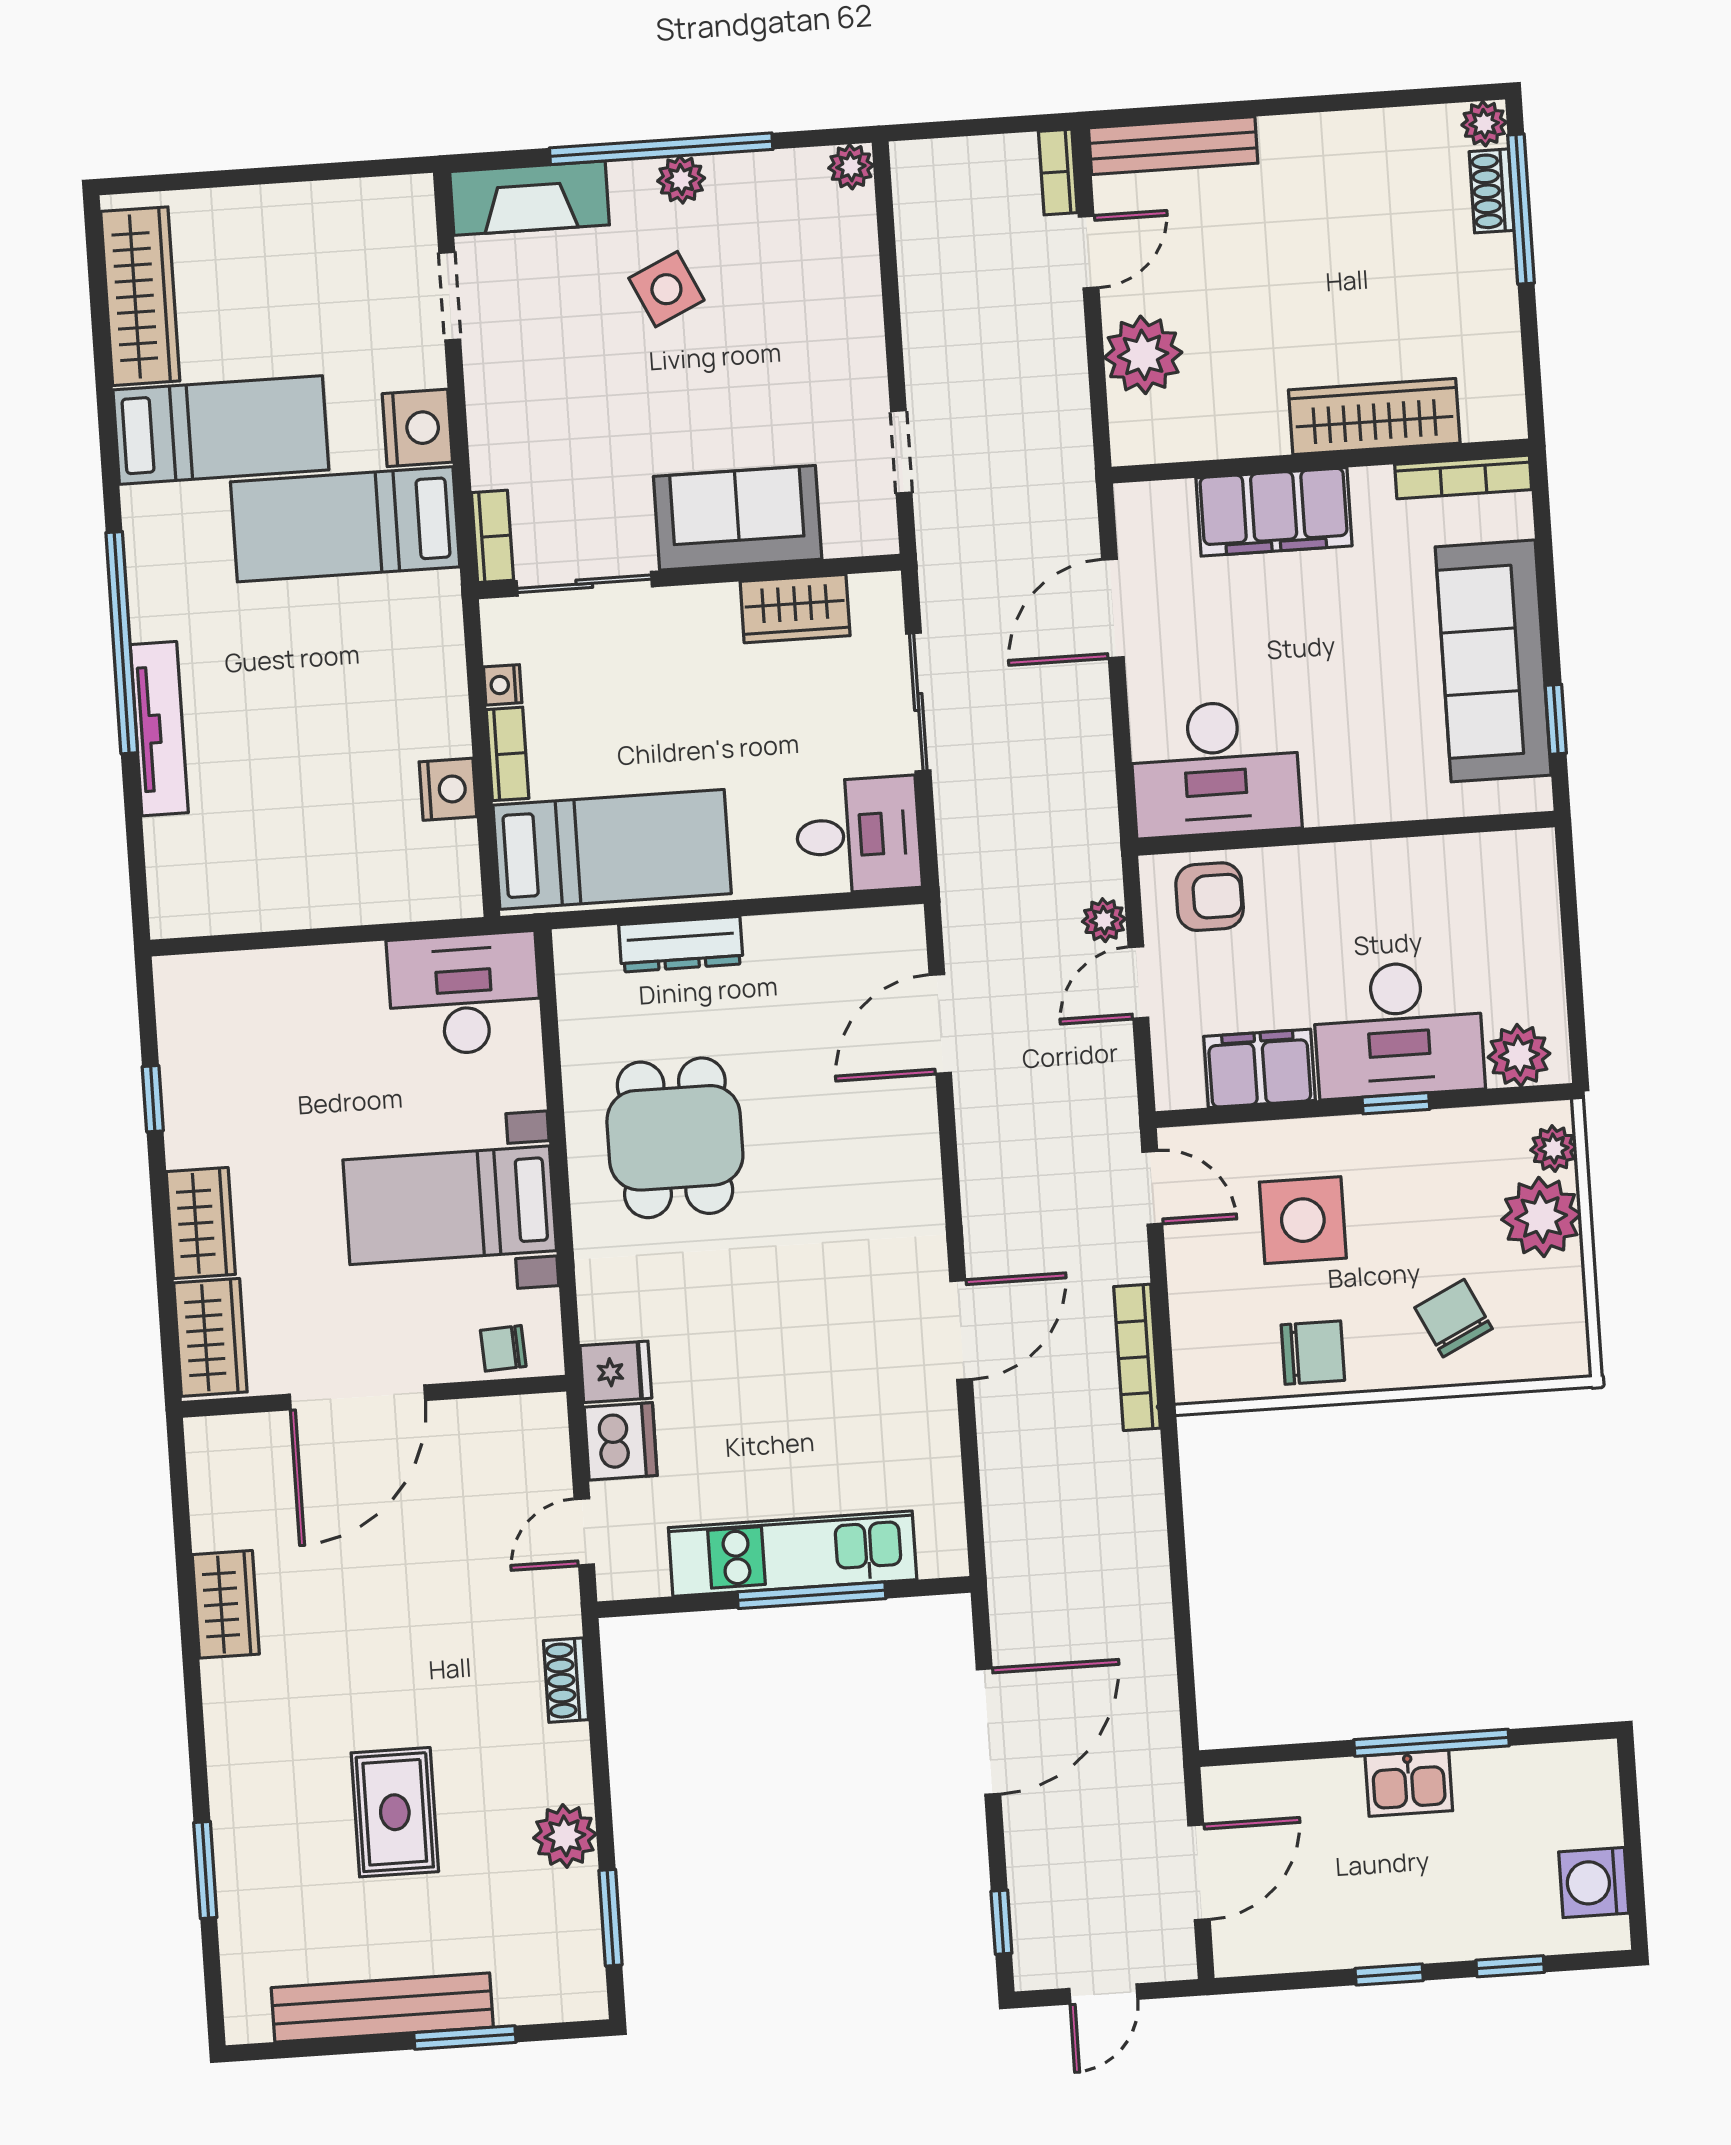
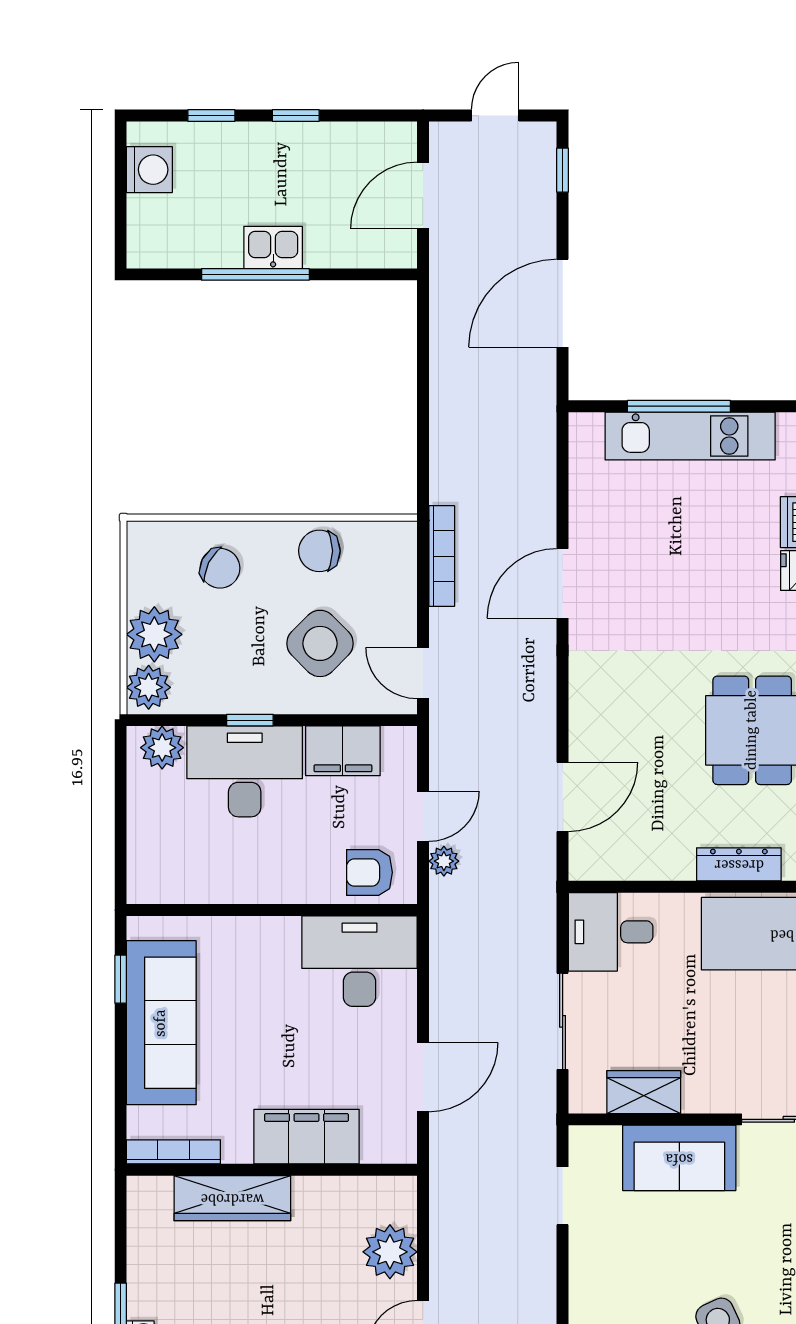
plant: (1554, 1149) -> (149, 687), width x1.38, depth x1.38
side table: (1303, 1220) -> (320, 643), turned 45
chair: (1454, 1318) -> (220, 568), turned -37

